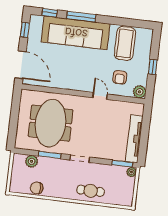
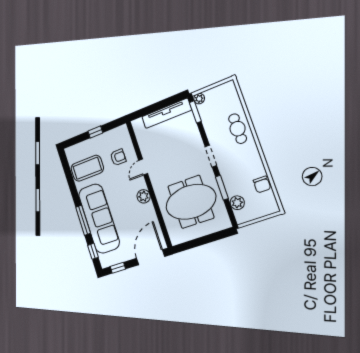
plant: (140, 92) -> (144, 196), moved

